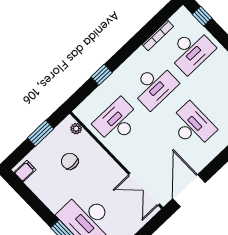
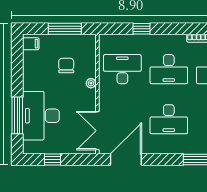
desk: (192, 126) -> (169, 119), turned 90
plant: (76, 129) -> (91, 83), moved
window: (41, 133) -> (65, 29), width x1.44

